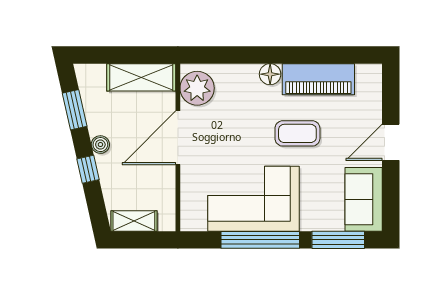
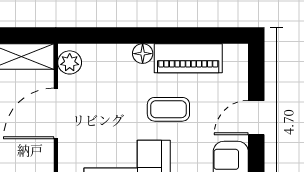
plant: (197, 88) -> (70, 62), width x0.73, depth x0.73

